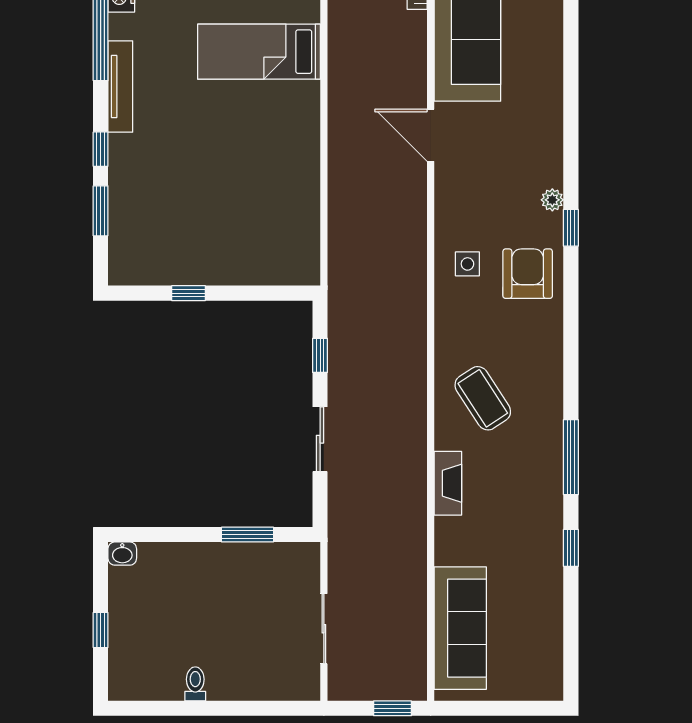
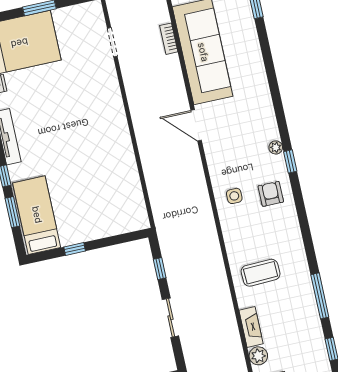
bed: (259, 52) -> (37, 215), moved, turned 90
armchair: (528, 274) -> (271, 194), width x0.72, depth x0.72
coffee table: (483, 398) -> (261, 273), turned -59
plant: (449, 533) -> (258, 356), added

